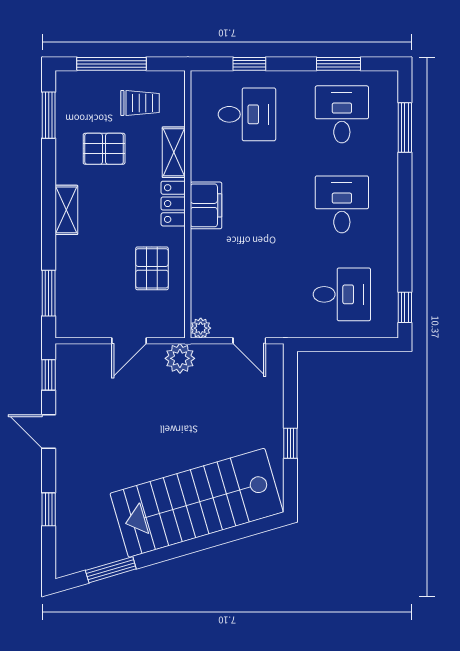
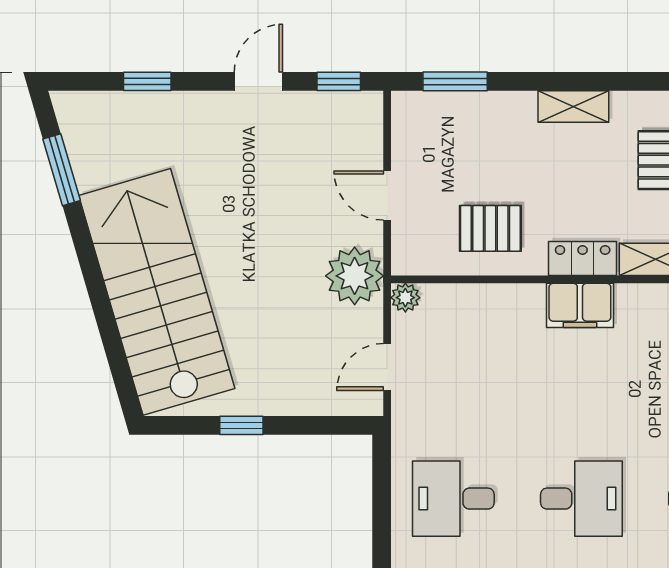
desk: (342, 294) -> (453, 499), turned 90
plant: (180, 358) -> (355, 276), width x1.36, depth x1.36

